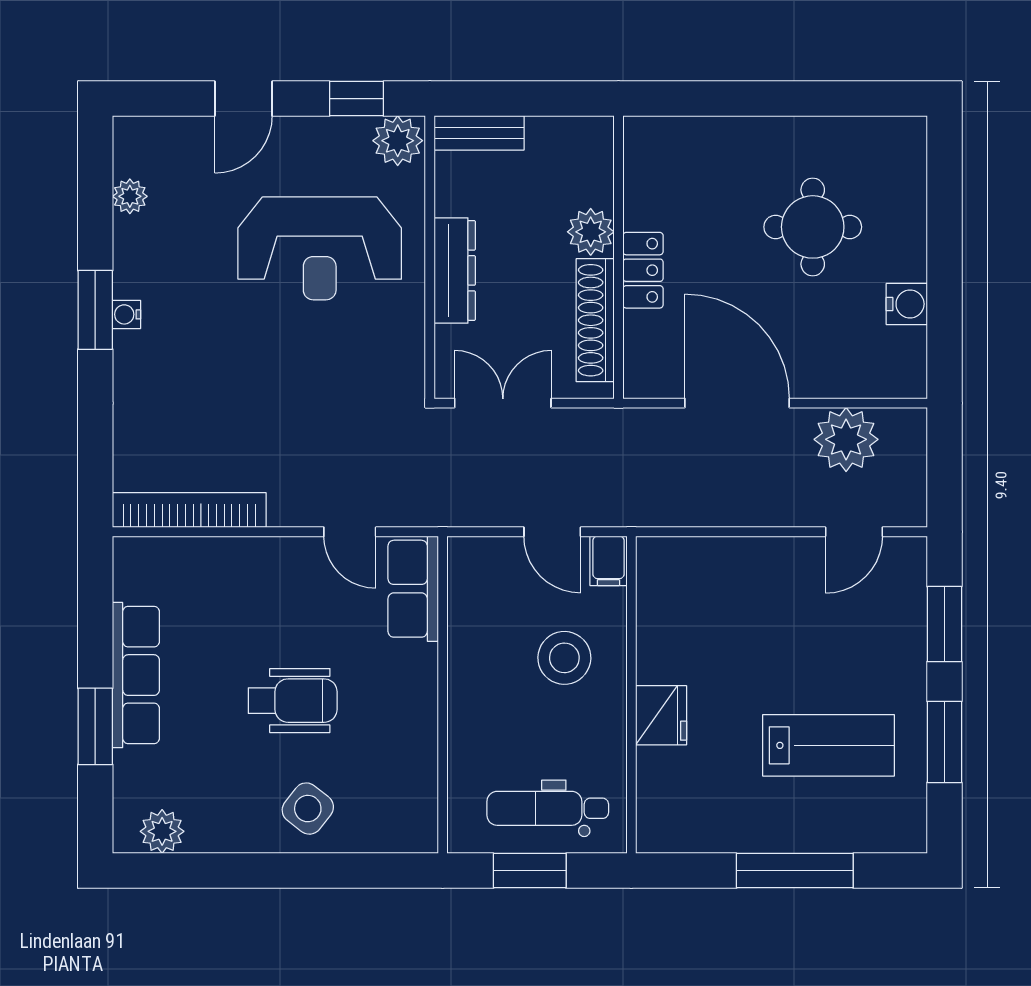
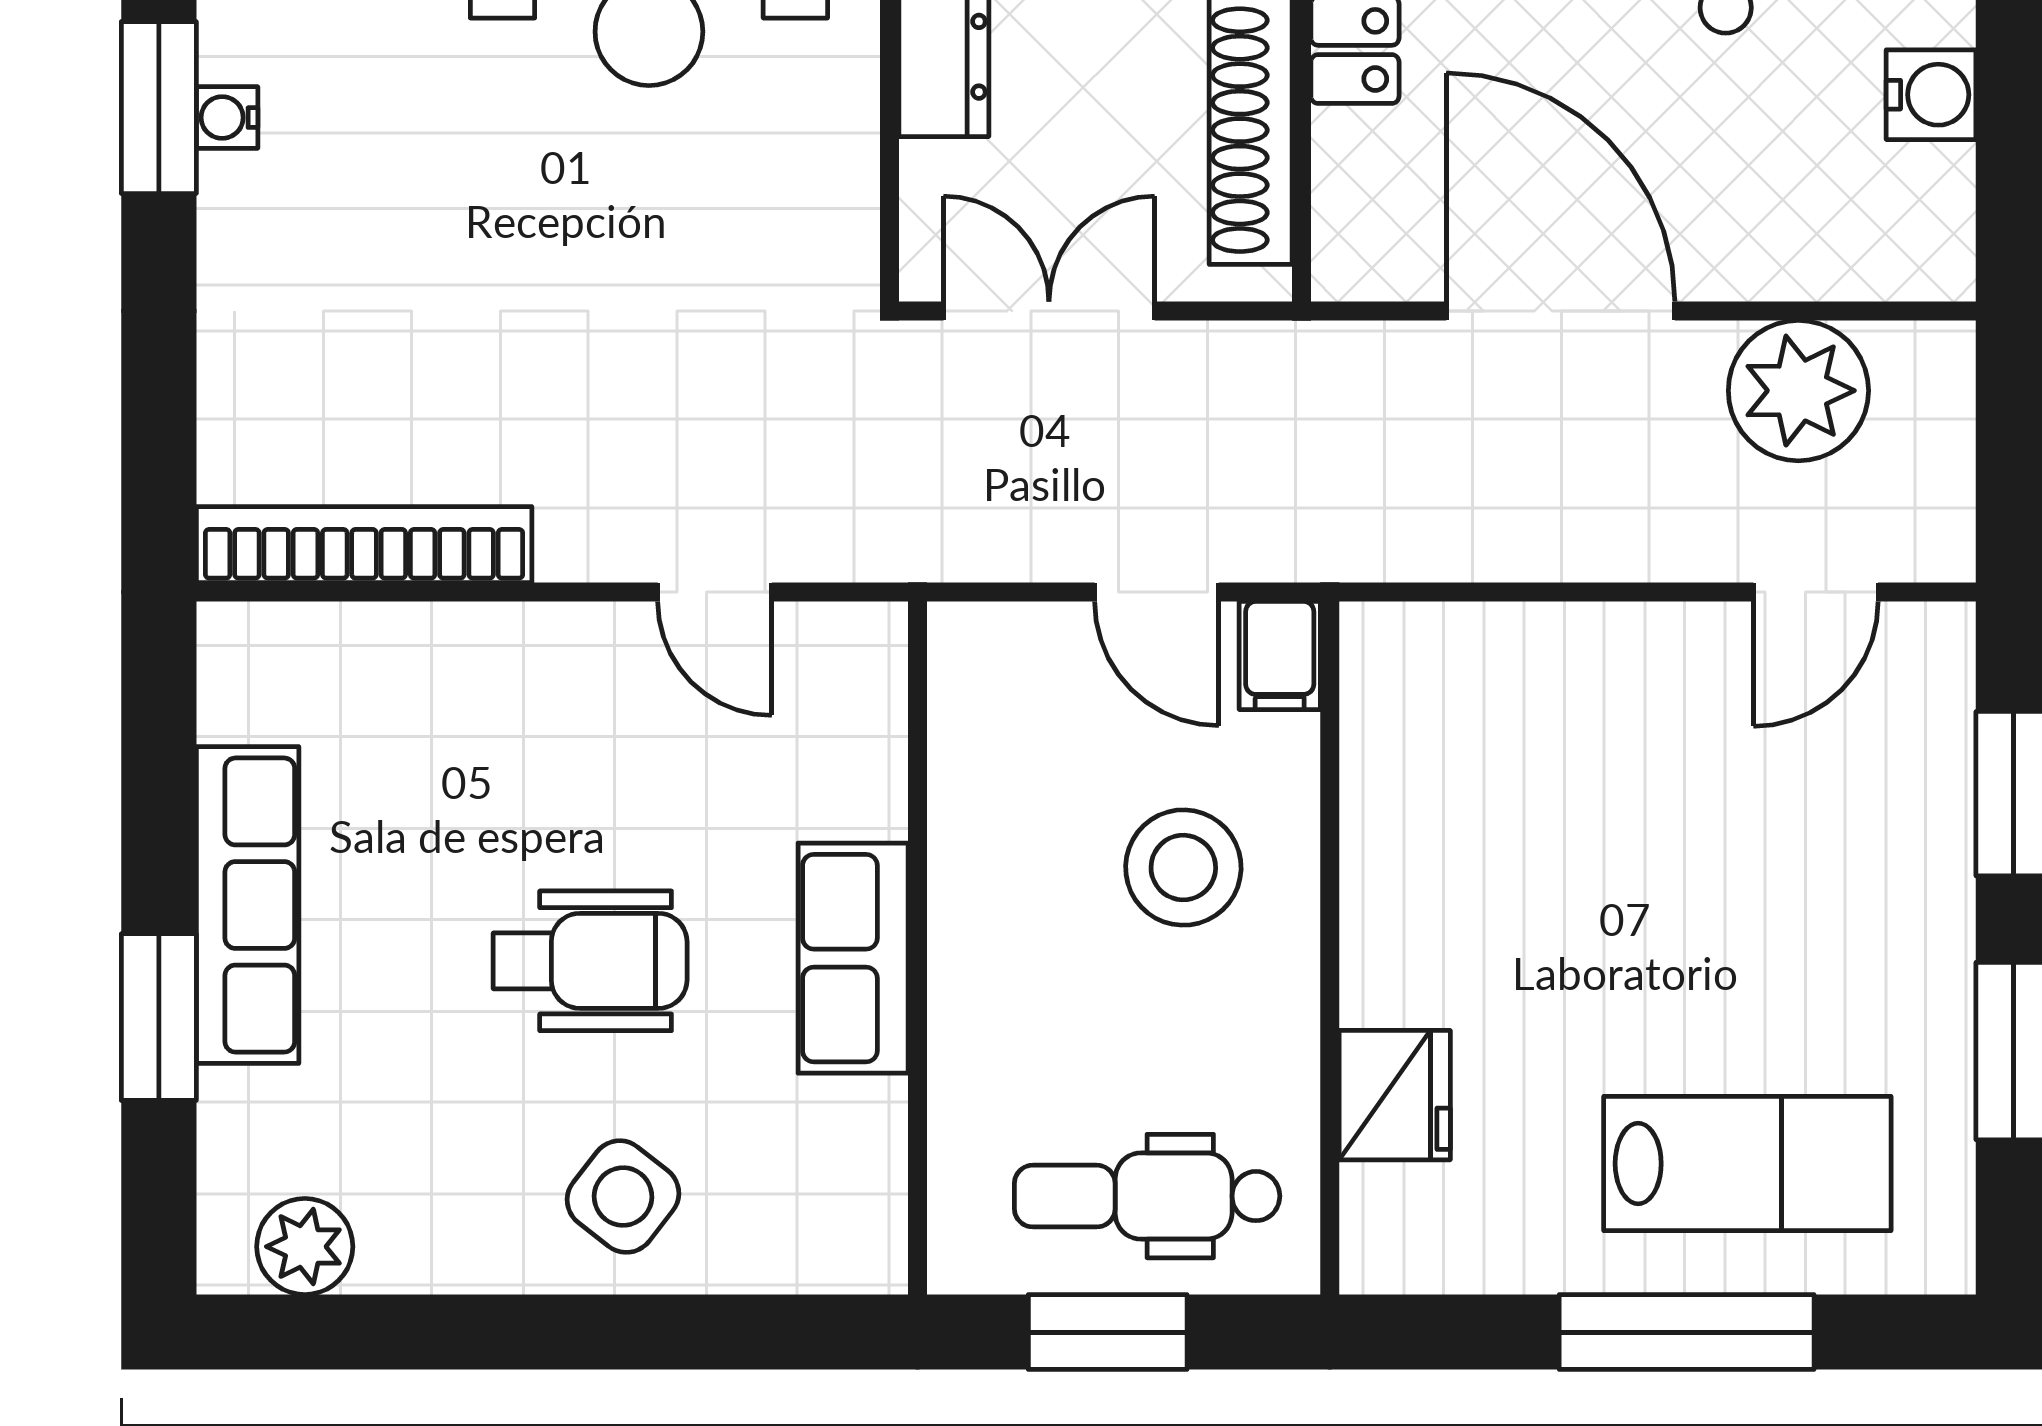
row of seats: (413, 589) -> (853, 958), moved
fridge: (661, 715) -> (1395, 1095), moved
lab bench: (829, 745) -> (1747, 1164), moved

